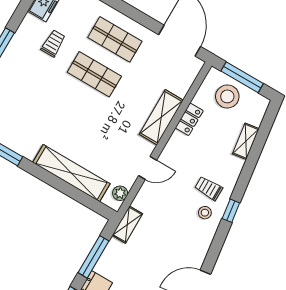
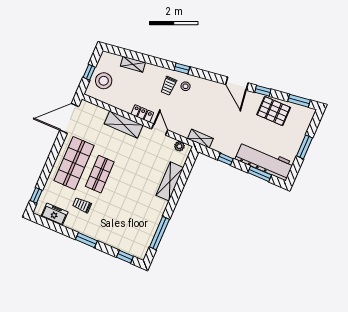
shop shelf: (115, 39) -> (74, 163), width x1.43, depth x1.36
window: (242, 77) -> (89, 72), width x0.46
locker: (189, 119) -> (142, 113), moved
shelving: (71, 173) -> (170, 181), width x0.68
window: (93, 257) -> (225, 159), width x0.46

